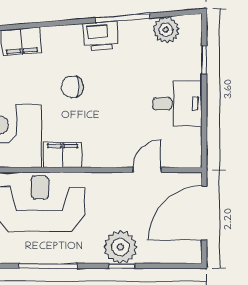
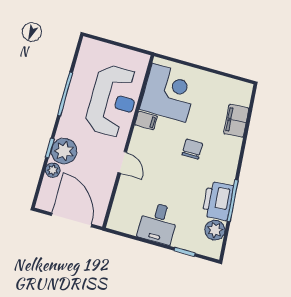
printer: (101, 36) -> (218, 201), moved, width x1.37, depth x1.19
filing cabinet: (62, 155) -> (146, 121), width x0.50
door: (147, 170) -> (122, 162), moved
plant: (148, 254) -> (53, 170), added

